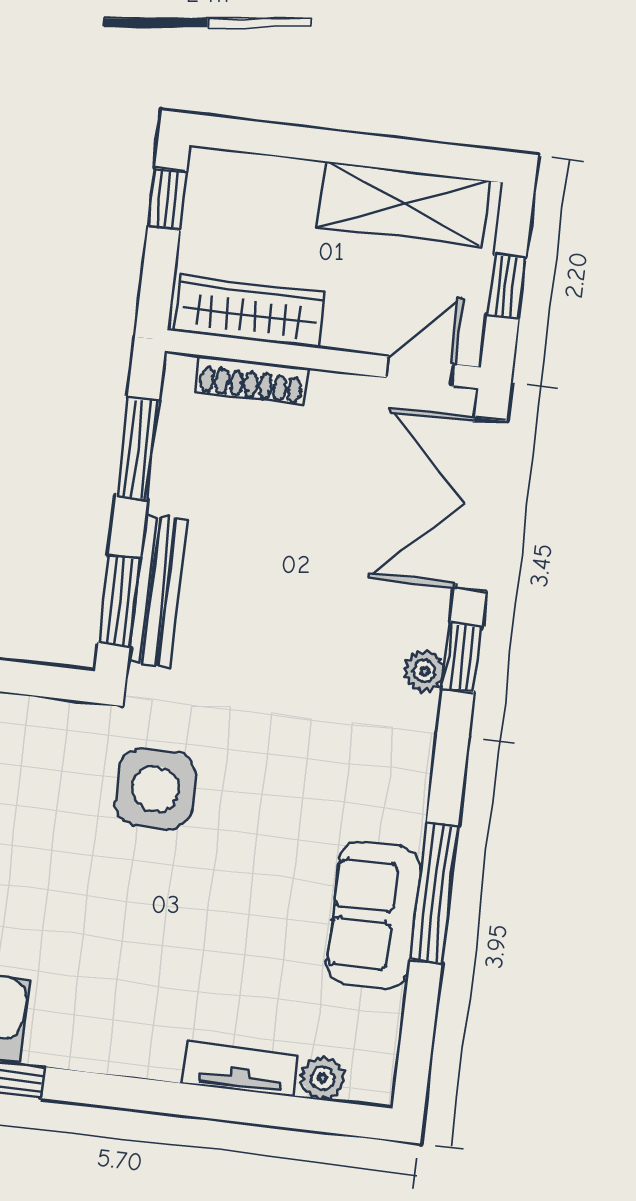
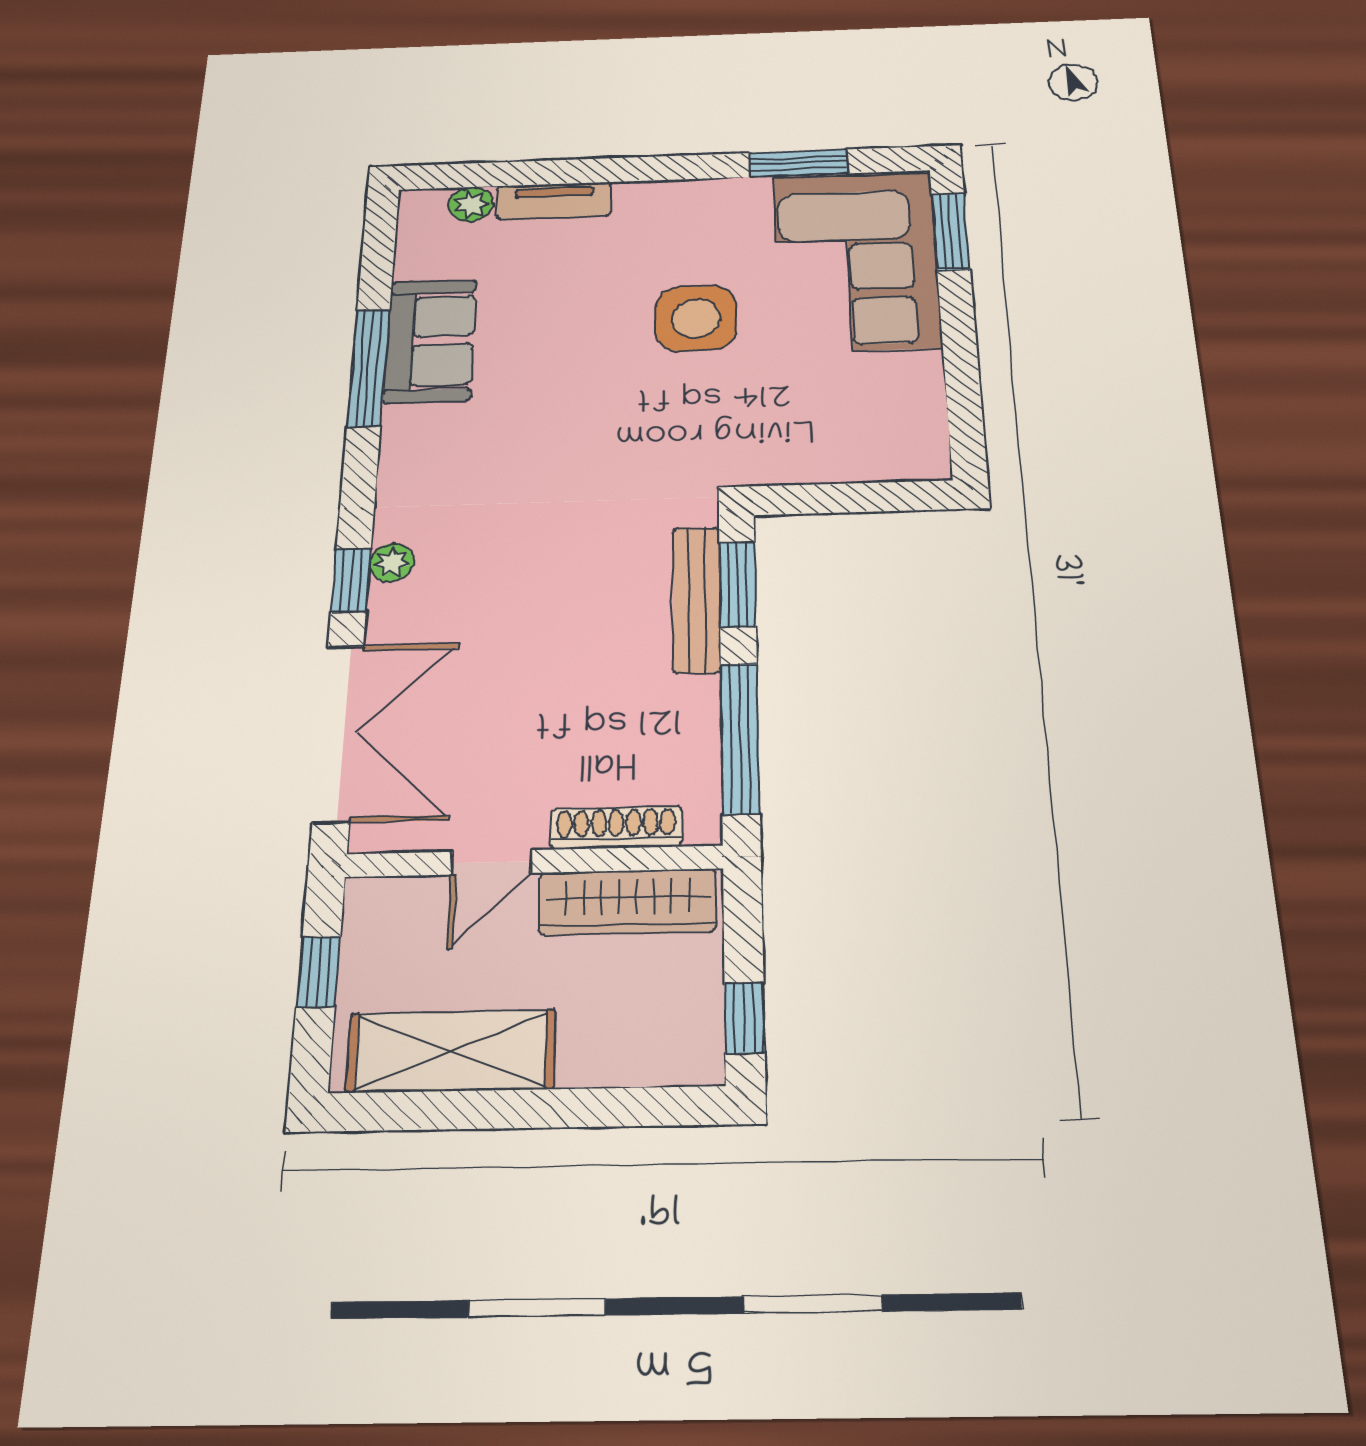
door: (421, 371) -> (491, 862), moved
window: (137, 449) -> (740, 738), width x1.44
side table: (155, 789) -> (696, 318), moved

